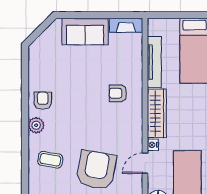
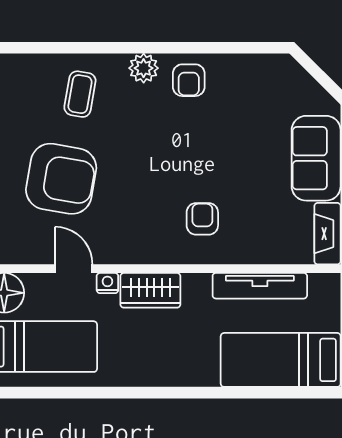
armchair: (43, 101) -> (189, 80), turned 90
wardrobe: (157, 113) -> (150, 290), width x0.67

